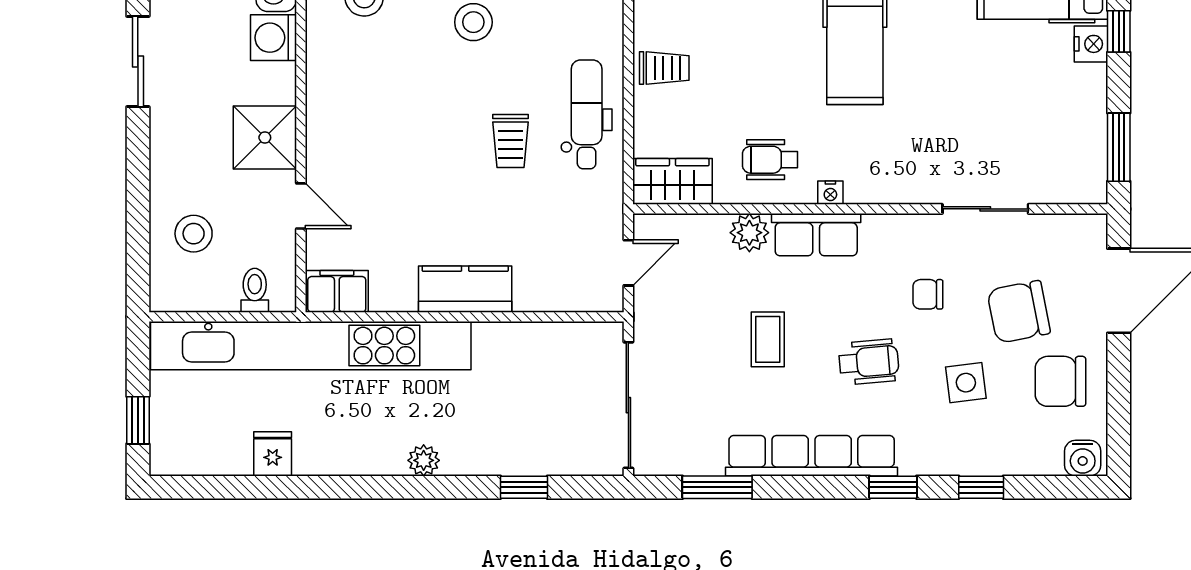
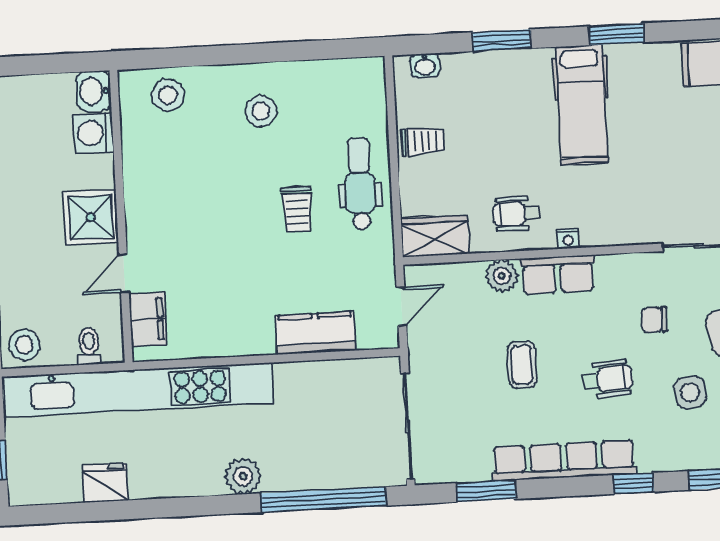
door: (301, 206) -> (124, 273), swing flipped
stool: (194, 234) -> (24, 345), moved
kitchen counter: (465, 289) -> (316, 333), moved
filing cabinet: (337, 291) -> (148, 319), moved, turned 90
fridge: (273, 454) -> (105, 483), width x1.38
plant: (424, 460) -> (243, 476), width x1.38, depth x1.38
window: (524, 487) -> (324, 500), width x3.17

